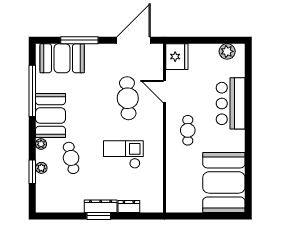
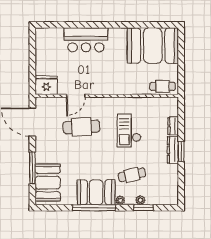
plant: (227, 51) -> (42, 43), removed
window: (32, 91) -> (94, 208), moved
cafe table: (188, 130) -> (162, 86), moved

